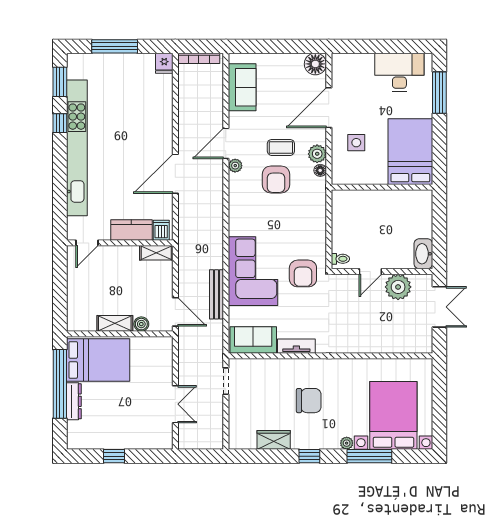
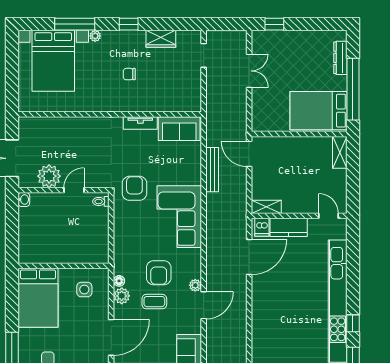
side table: (356, 143) -> (84, 290), moved
door: (175, 174) -> (249, 257), moved
armchair: (276, 179) -> (159, 273), turned 180
door: (87, 243) -> (328, 216), hinge flipped
washbasin: (423, 254) -> (24, 199), width x0.52, depth x0.69
corner sofa: (253, 271) -> (179, 217), moved
shelving: (115, 323) -> (340, 152), moved, turned 90
boiler: (141, 324) -> (280, 143), removed
doorway: (226, 381) -> (204, 55), moved
dresser: (74, 401) -> (340, 58), moved
chair: (309, 401) -> (129, 74), width x0.54, depth x0.54
double door: (175, 404) -> (249, 71), swing flipped
window: (114, 456) -> (274, 24), moved

